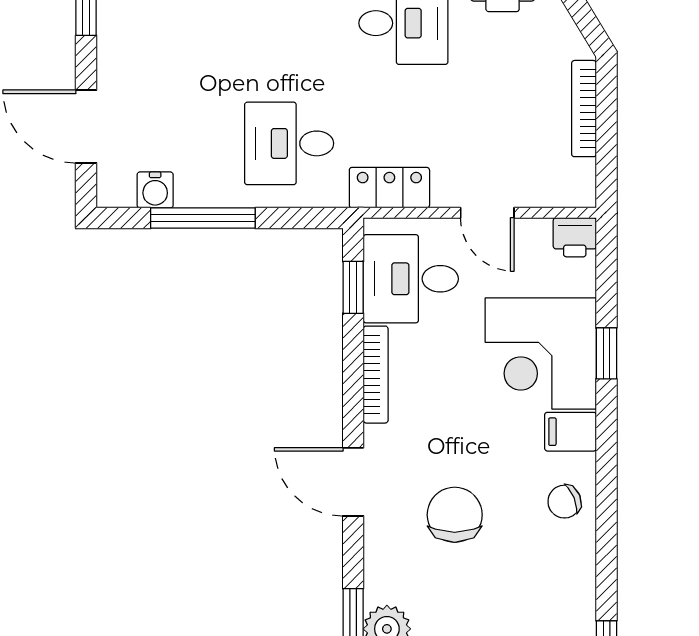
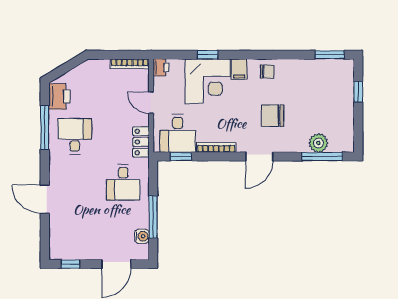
bookcase: (584, 109) -> (130, 64), moved
door: (487, 213) -> (151, 103), swing flipped
chair: (564, 502) -> (267, 72), turned -67

